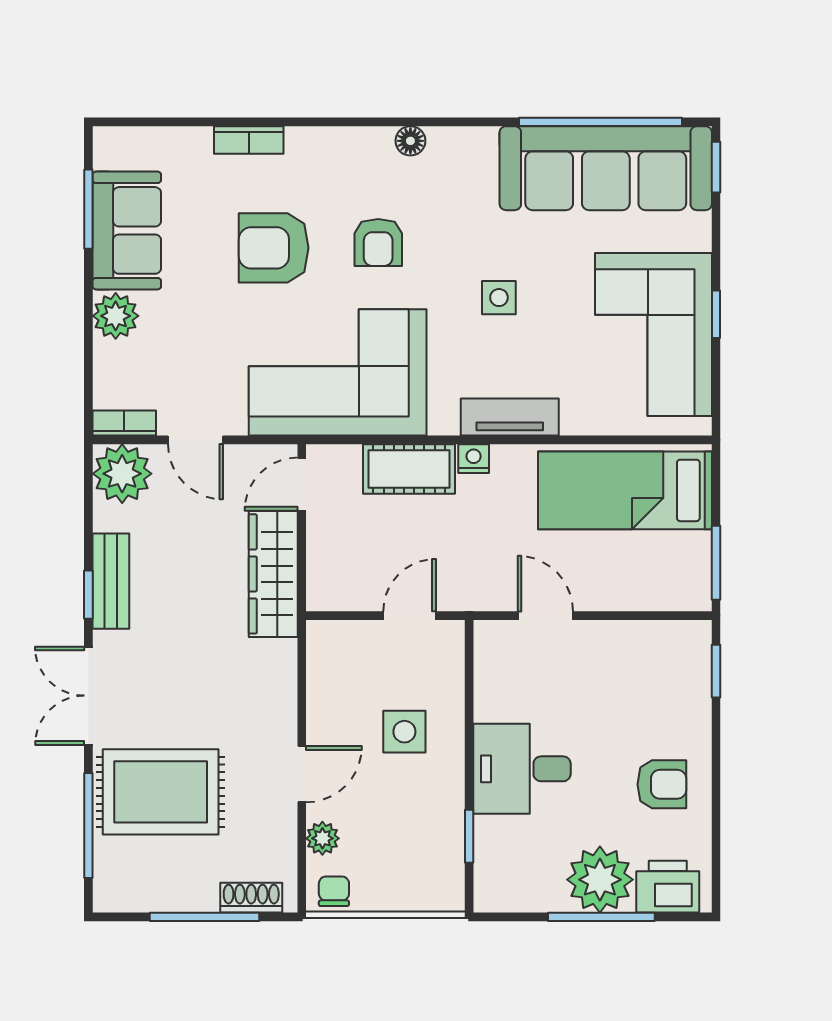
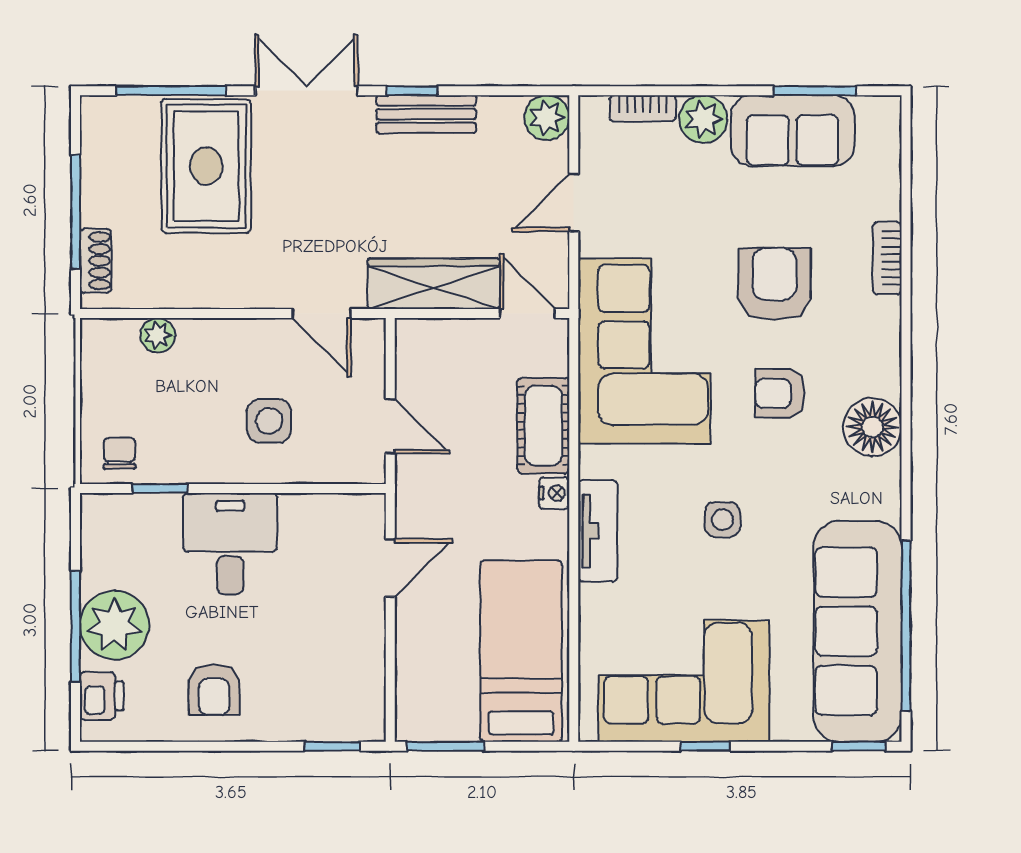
floor lamp: (410, 141) -> (872, 427), width x1.89, depth x1.89
bookcase: (124, 423) -> (643, 108), moved, turned 90
plant: (122, 474) -> (547, 118), width x0.73, depth x0.73
door: (302, 774) -> (322, 314), moved
printer: (668, 887) -> (102, 696), width x0.73, depth x0.81
chair: (334, 891) -> (119, 453), moved, turned -90

